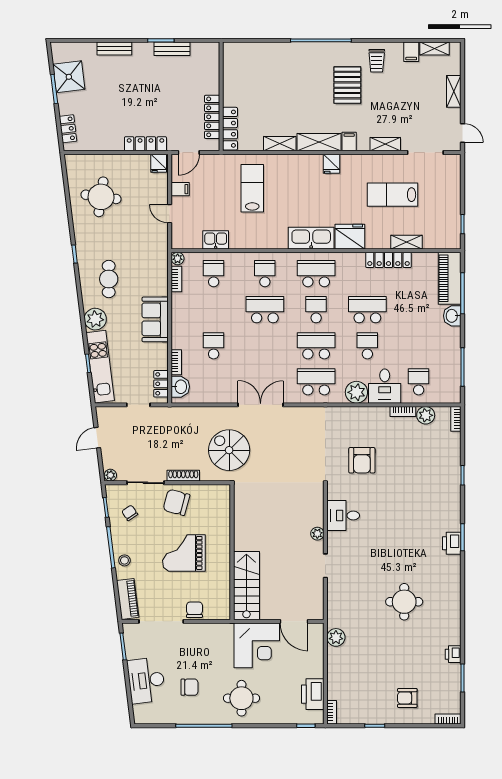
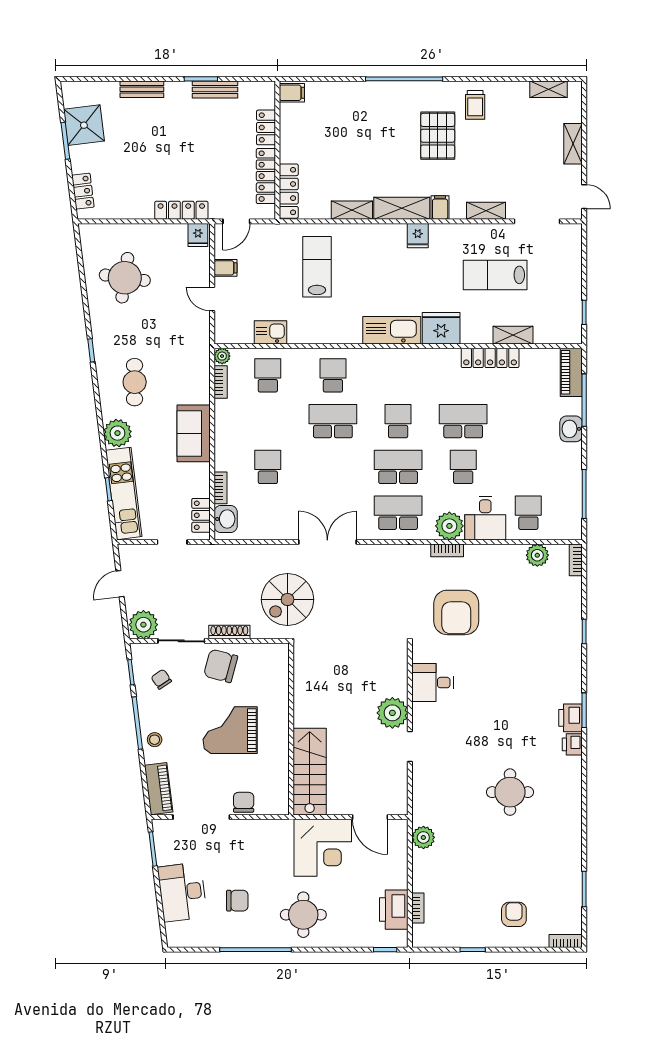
filing cabinet: (411, 52) -> (292, 93), moved, turned -90
locker: (212, 79) -> (266, 127), added
school desk: (316, 274) -> (398, 375), removed
piano: (450, 278) -> (571, 372), width x0.73, depth x0.75
bookcase: (403, 412) -> (447, 550), moved
spiral stairs: (229, 450) -> (288, 599), turned -90
armchair: (362, 460) -> (456, 612), width x1.36, depth x1.36
plant: (110, 475) -> (143, 625), width x1.88, depth x1.88
plant: (317, 534) -> (392, 713), width x1.88, depth x1.88
printer: (453, 654) -> (572, 744), moved
armchair: (407, 698) -> (514, 914), turned 90
bookcase: (332, 712) -> (418, 908), moved

